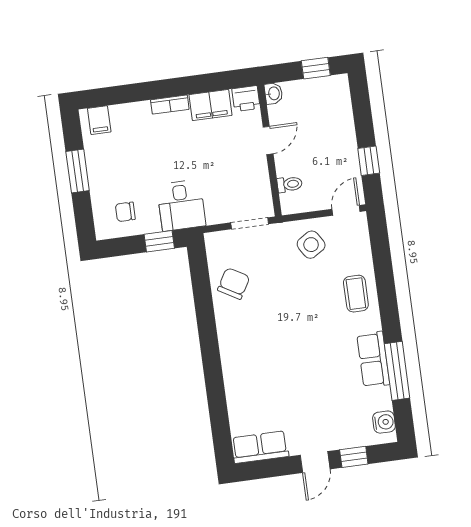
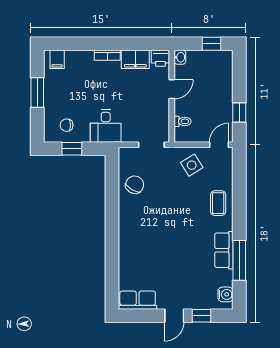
window: (159, 241) -> (72, 149), moved

